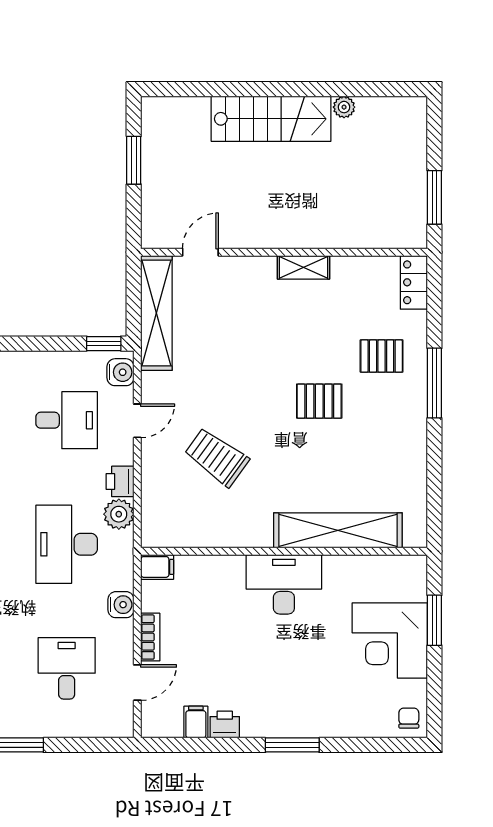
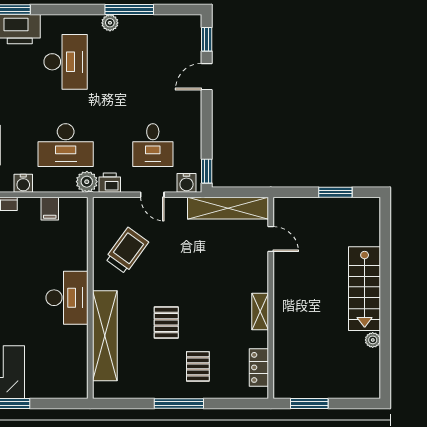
locker: (414, 282) -> (259, 367), moved, turned -90
shelving: (338, 530) -> (105, 336), moved
desk: (67, 544) -> (66, 145), turned 180
wall: (284, 551) -> (90, 298), moved
desk: (284, 584) -> (67, 298), moved

